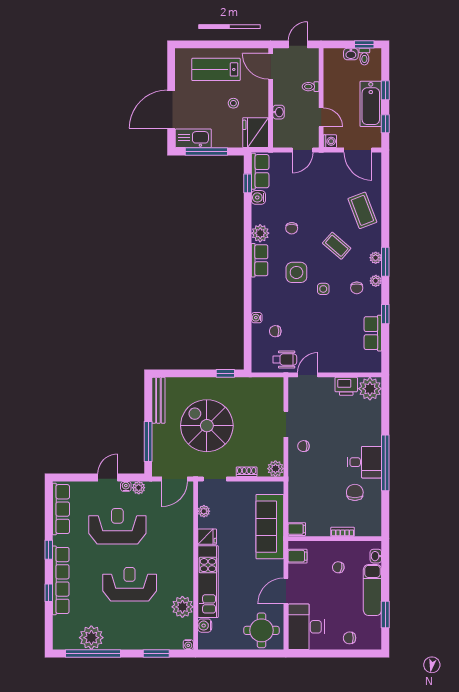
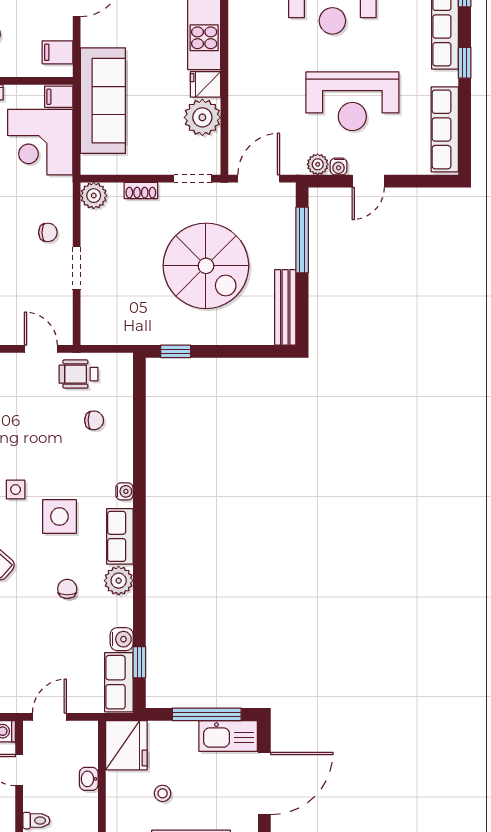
water cooler: (257, 318) -> (124, 491), moved
door: (308, 375) -> (41, 349), swing flipped
corner desk: (308, 501) -> (40, 142), added
plant: (204, 511) -> (202, 117), width x1.88, depth x1.88

